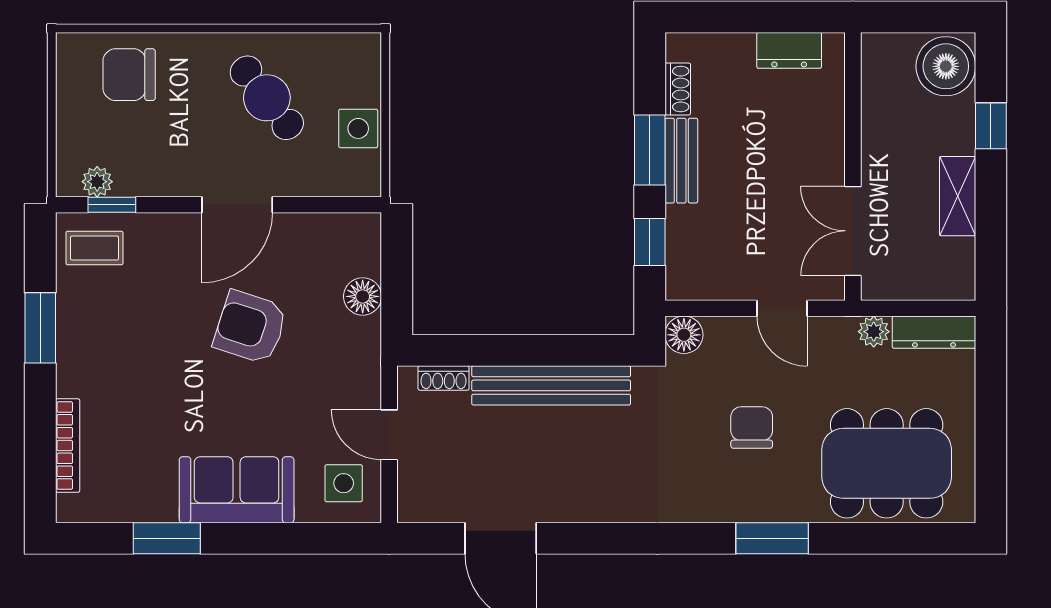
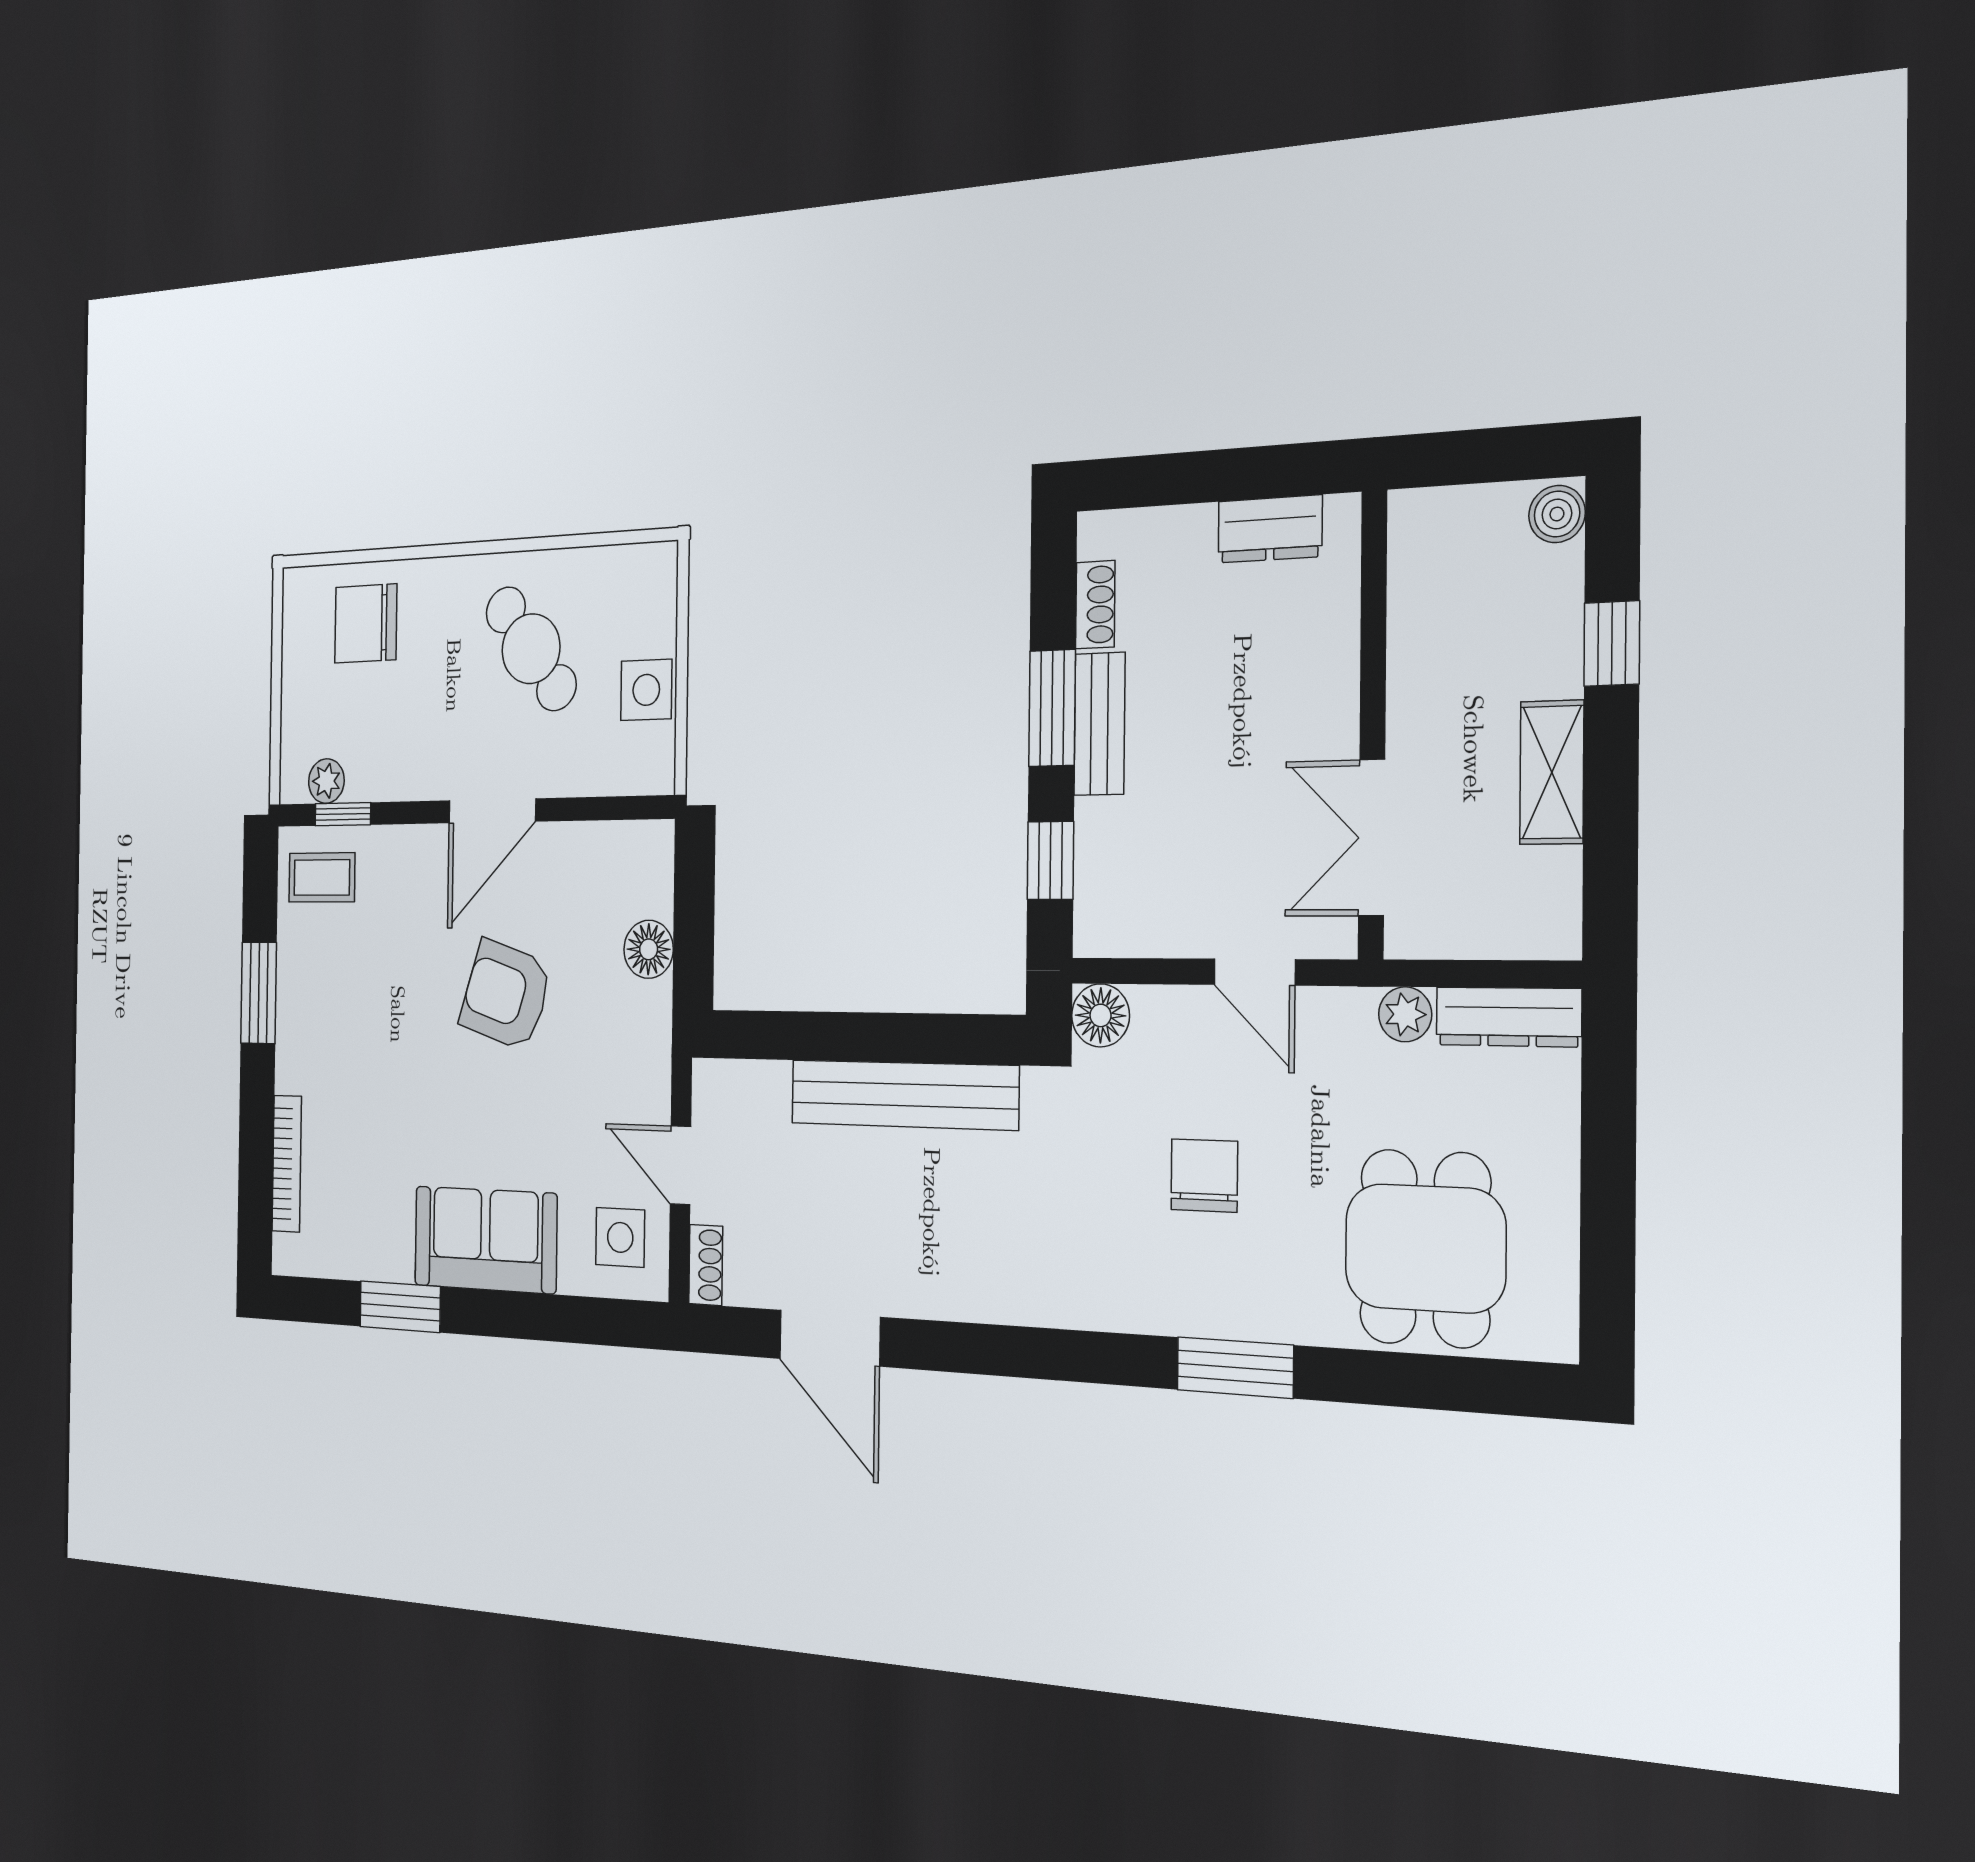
boiler: (946, 66) -> (1557, 514), width x0.54, depth x0.54
shoe rack: (444, 378) -> (706, 1265), moved, turned -90
dining table: (887, 463) -> (1425, 1248), width x0.73

